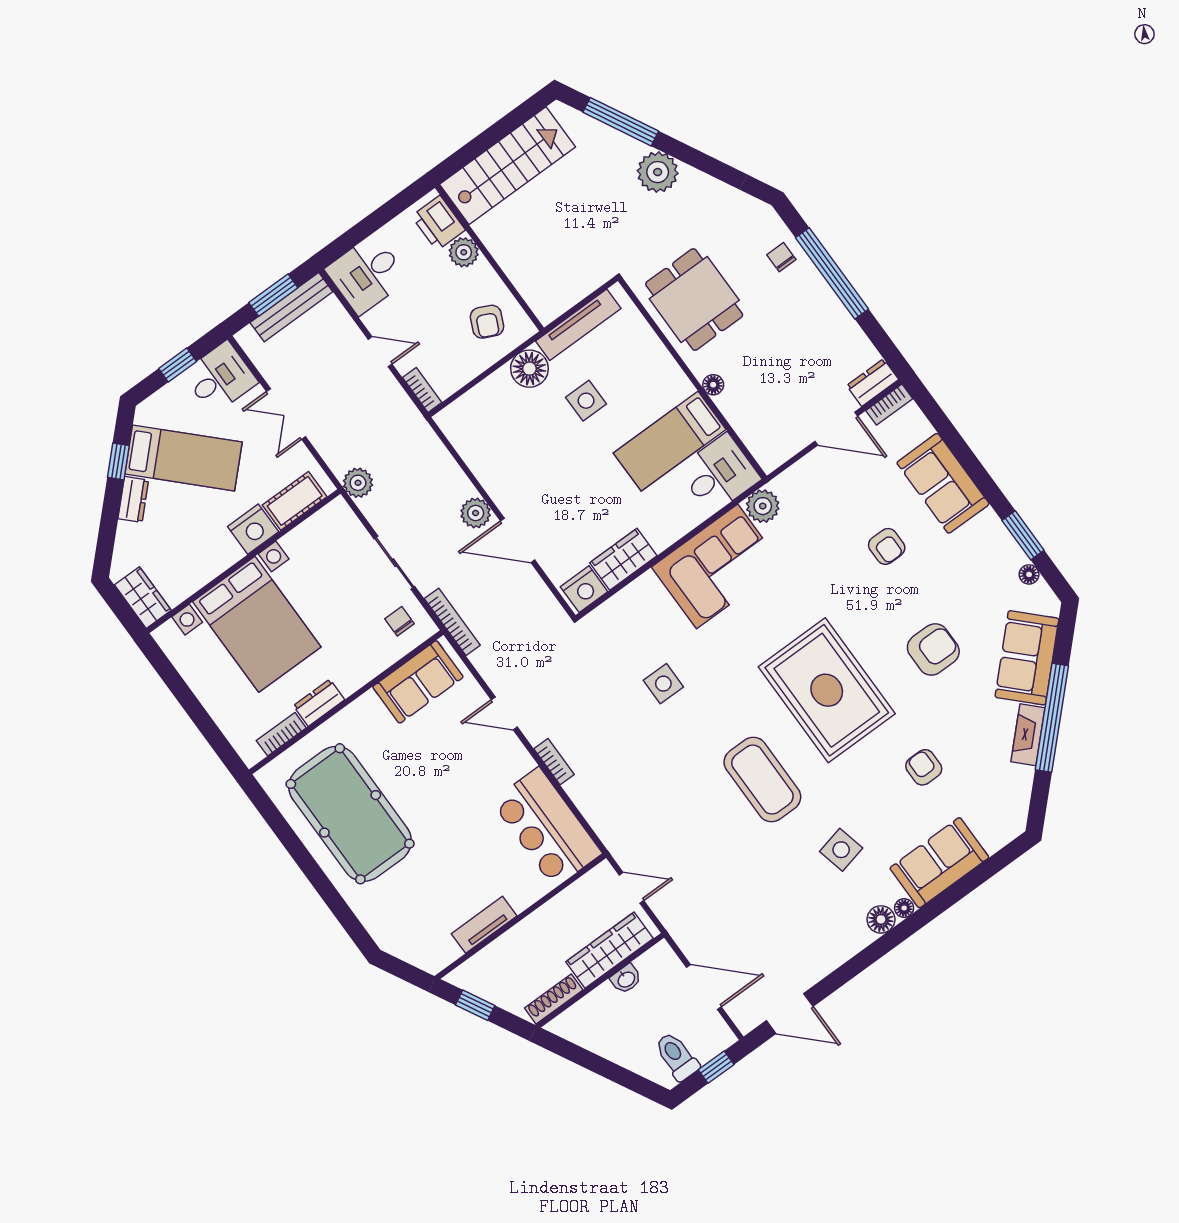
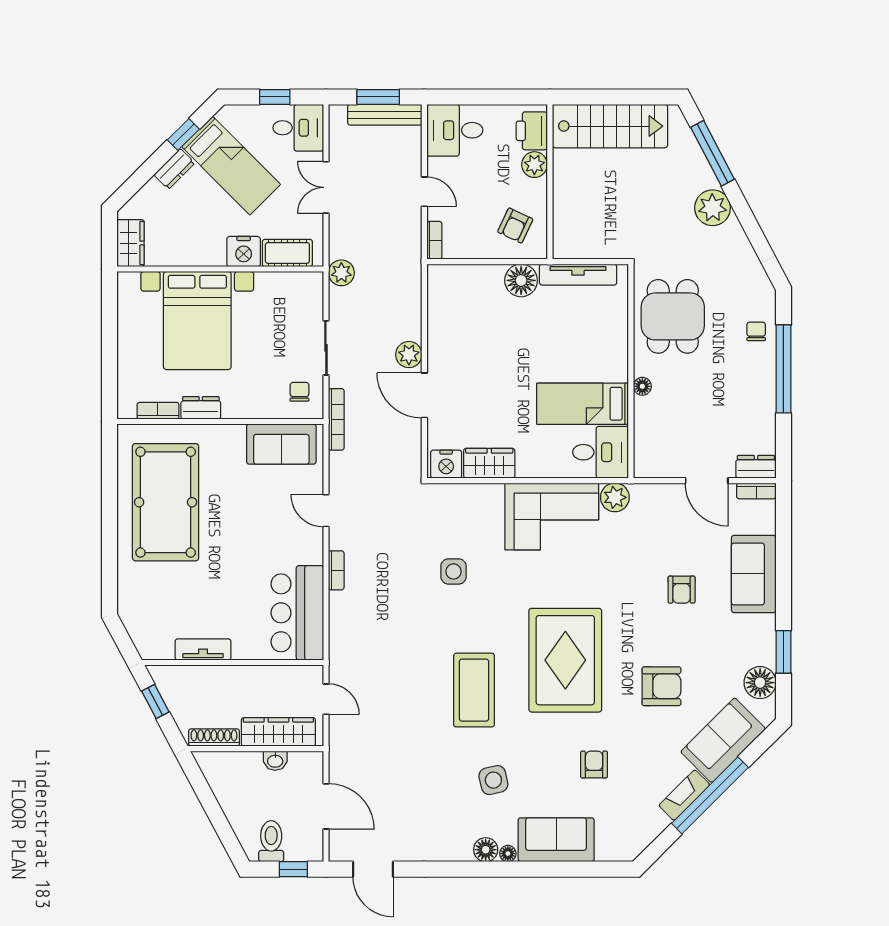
side table: (586, 401) -> (544, 332), removed
floor lamp: (1029, 574) -> (760, 683), width x1.89, depth x1.89

